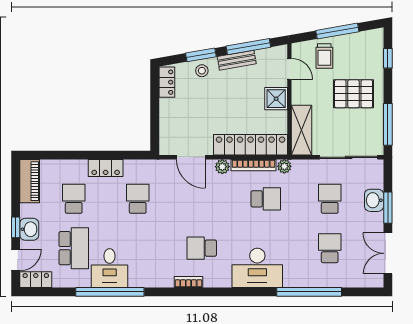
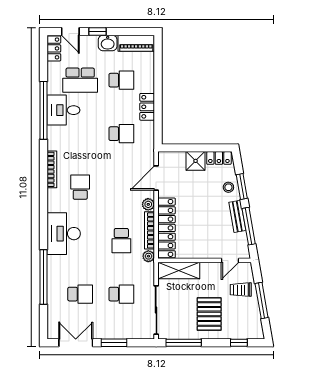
shower: (276, 99) -> (196, 161), moved
washbasin: (374, 200) -> (120, 331), removed
washbasin: (29, 229) -> (108, 43), moved
bookcase: (188, 282) -> (52, 169), width x1.56

